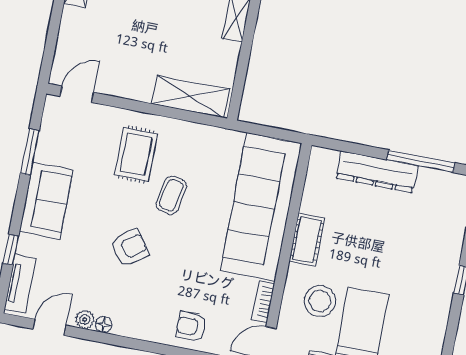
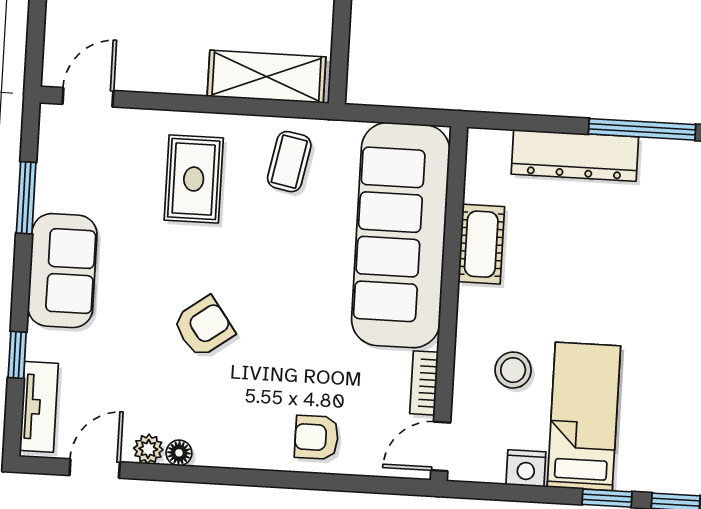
coffee table: (171, 195) -> (289, 162), moved
cot: (307, 240) -> (481, 244), moved
stool: (320, 301) -> (513, 370), width x0.73, depth x0.73

